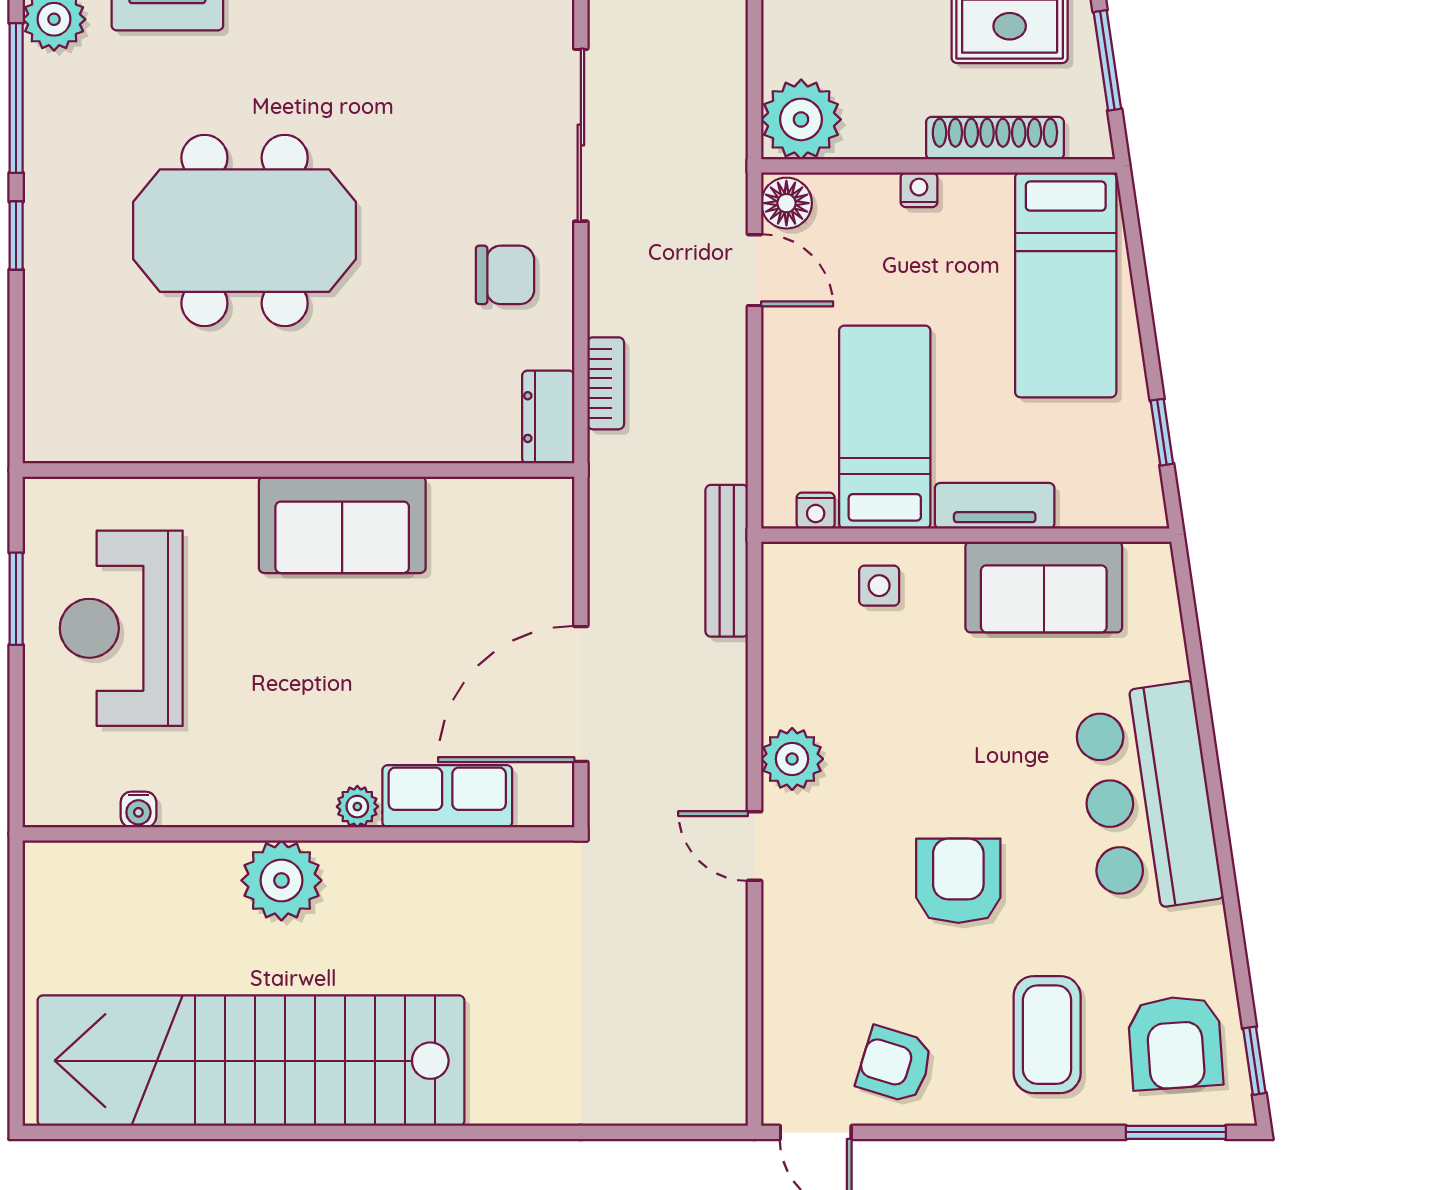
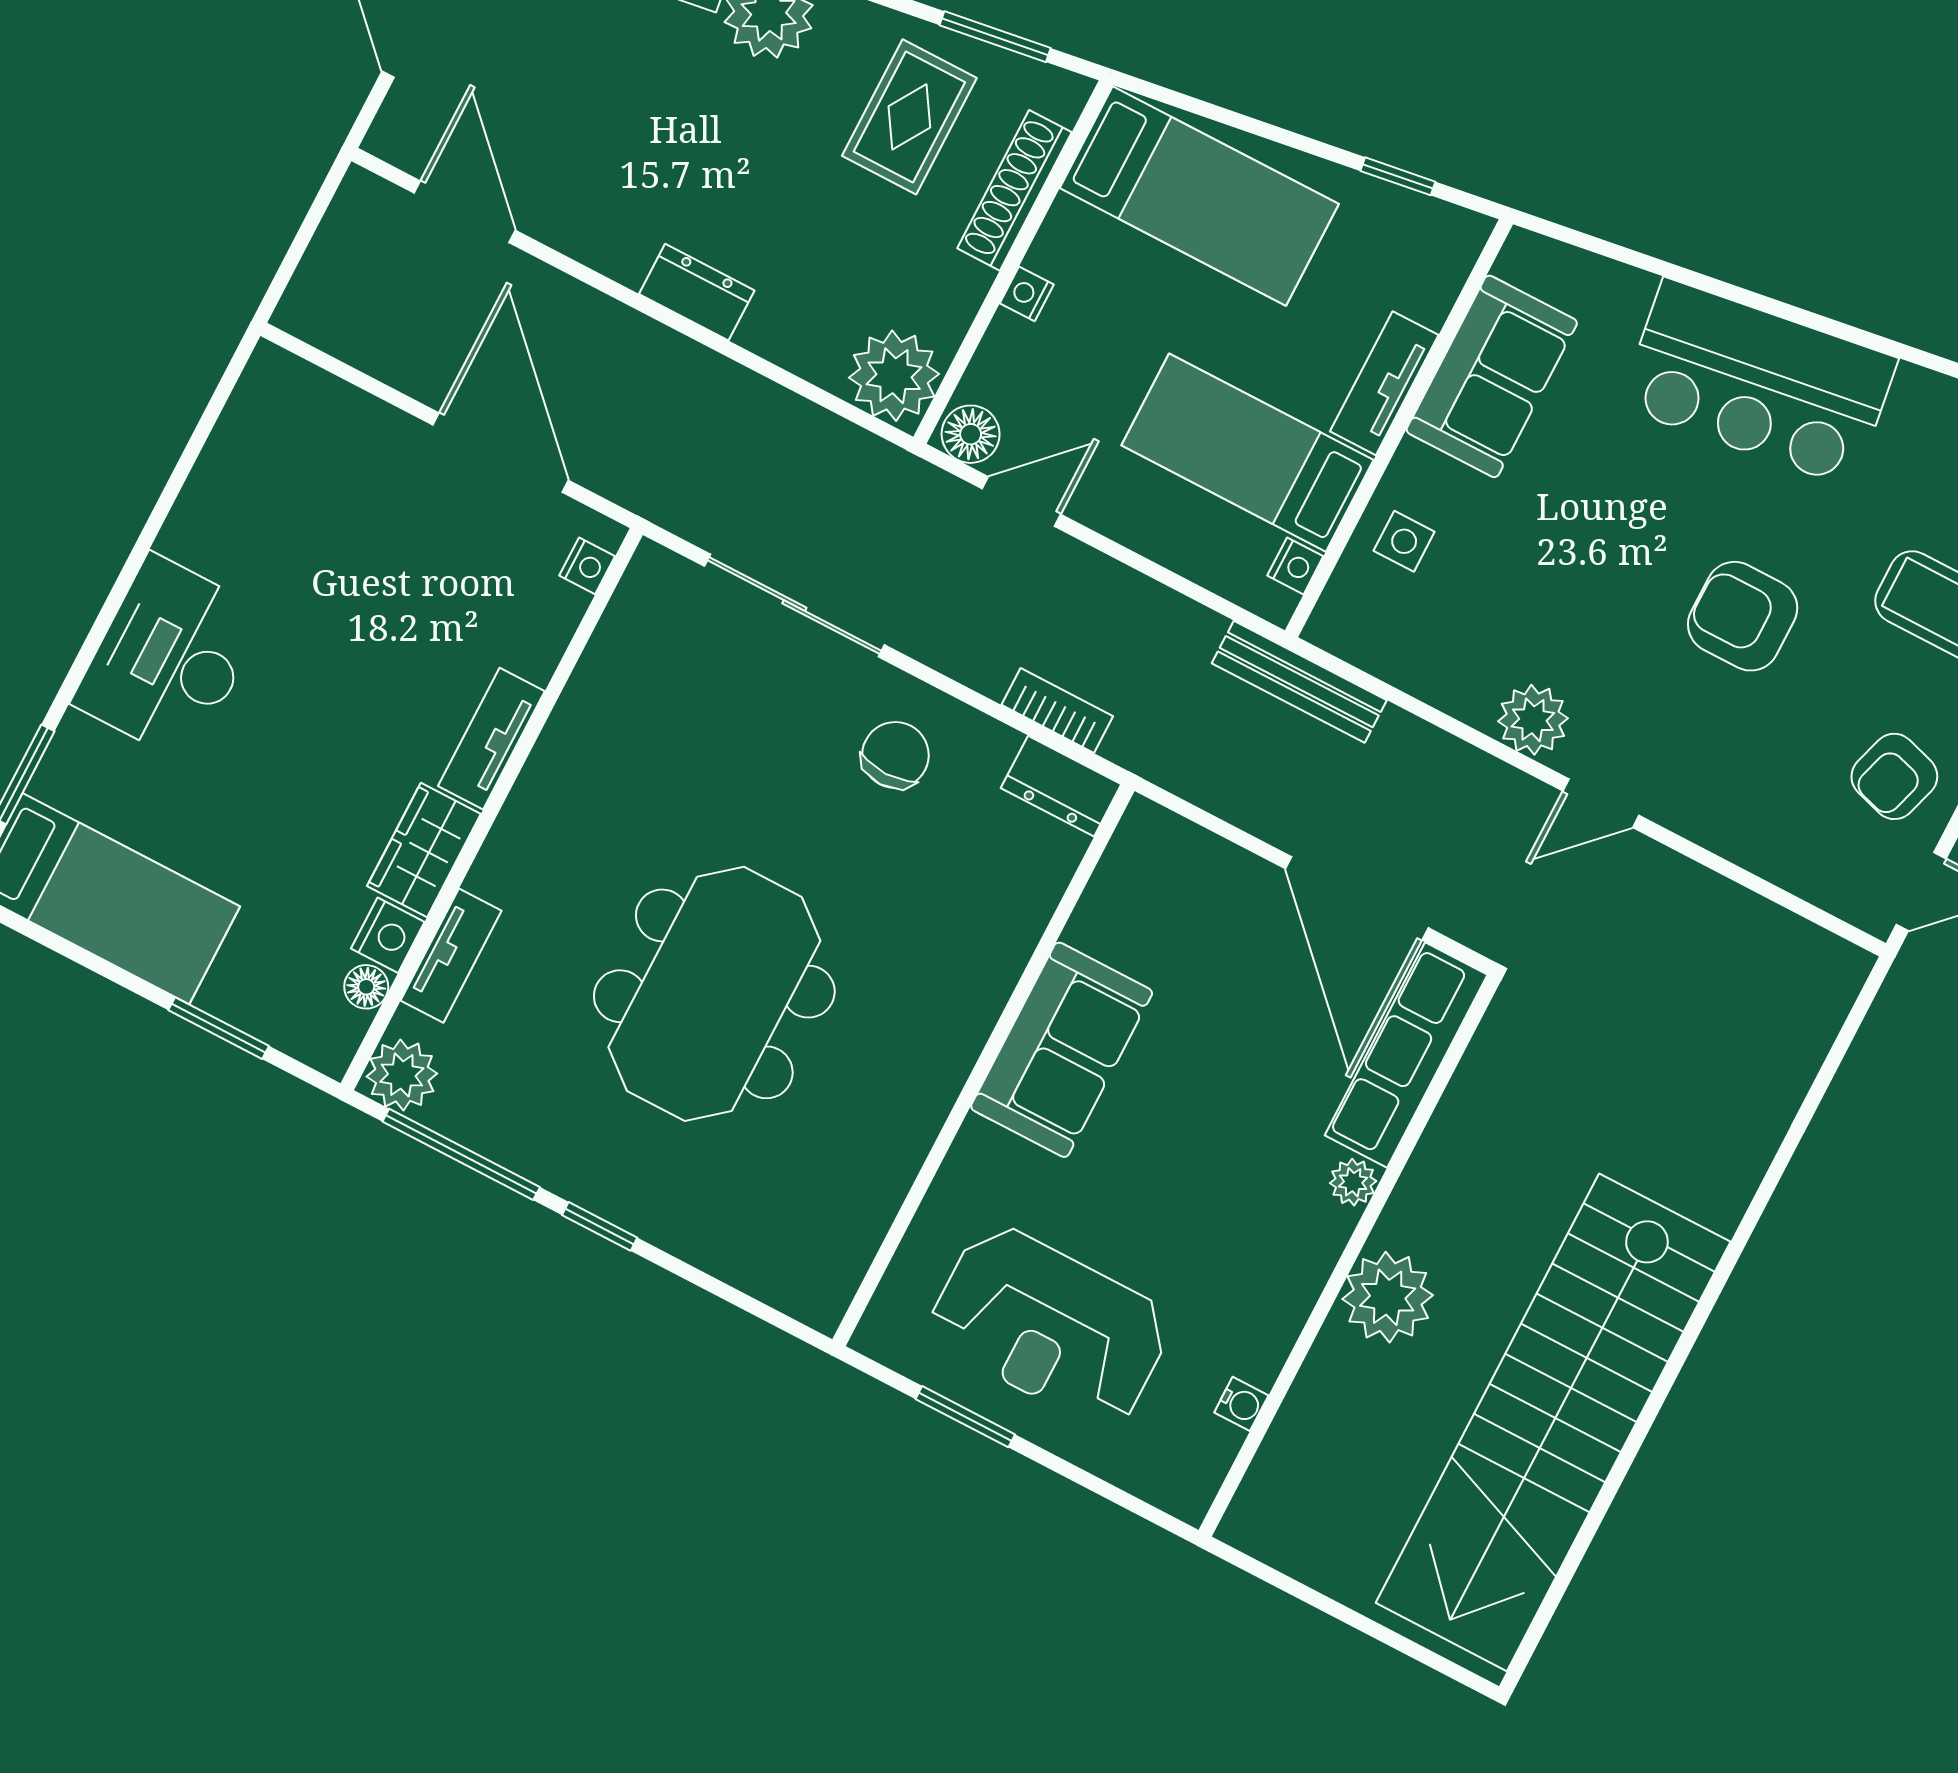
row of seats: (447, 796) -> (1406, 1055), width x1.48

